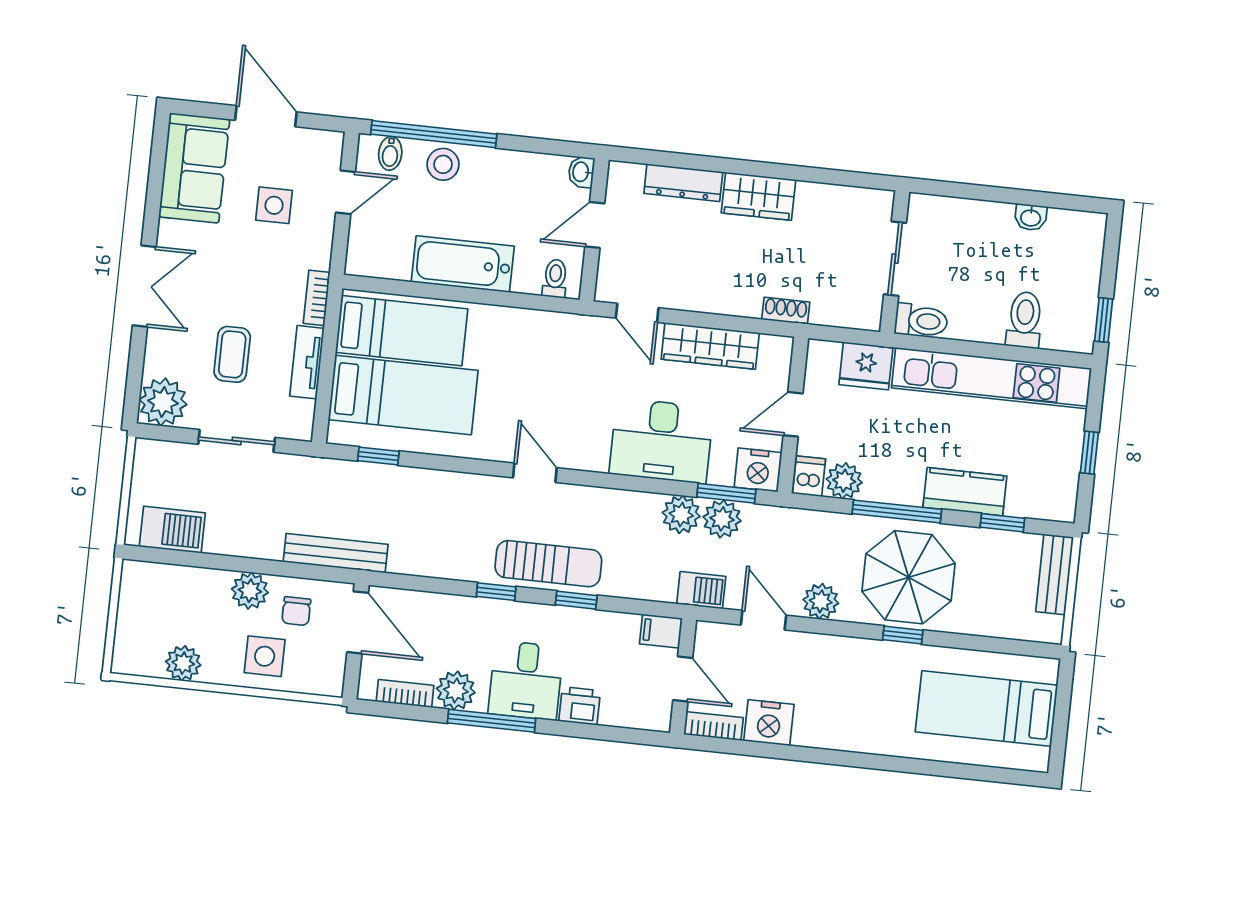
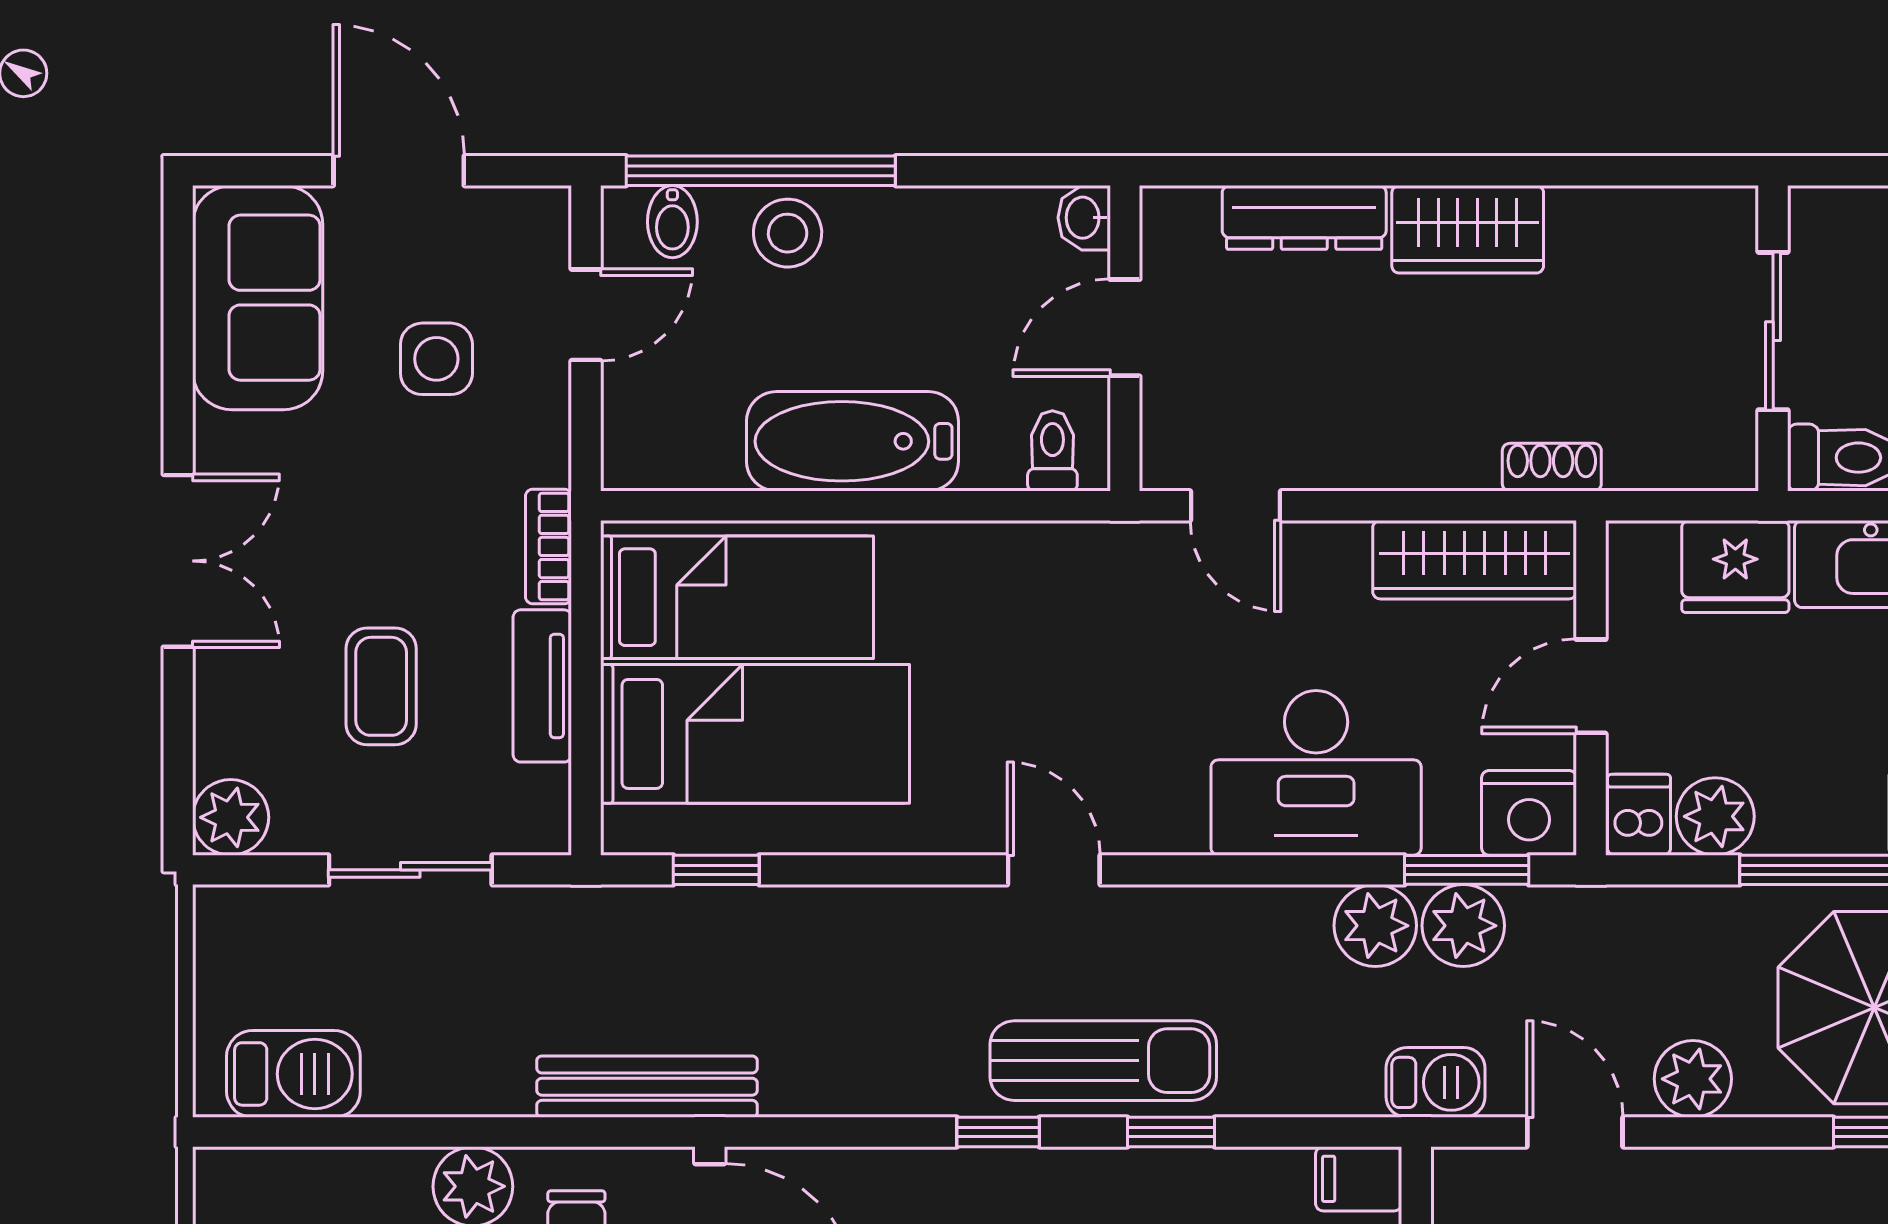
wardrobe: (710, 346) -> (1475, 560), moved
plant: (163, 402) -> (231, 817), width x0.73, depth x0.73

